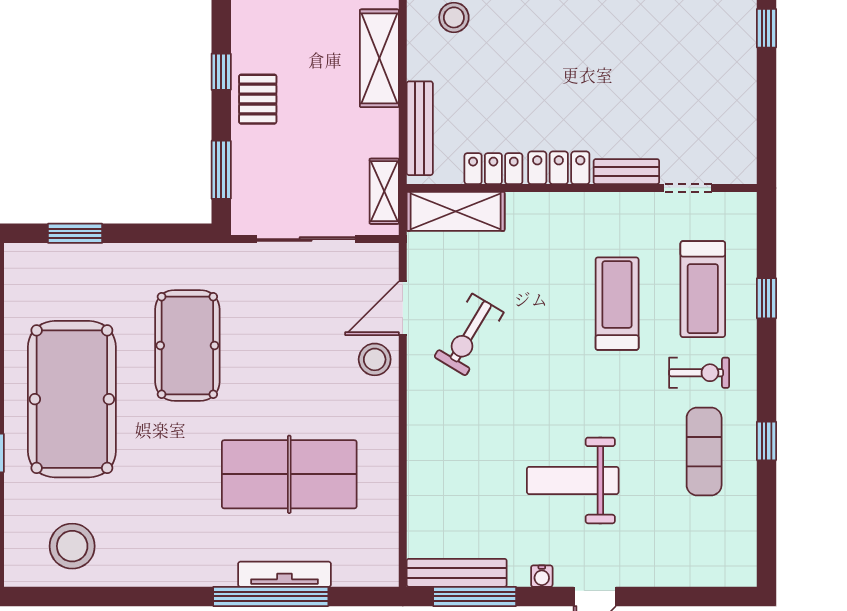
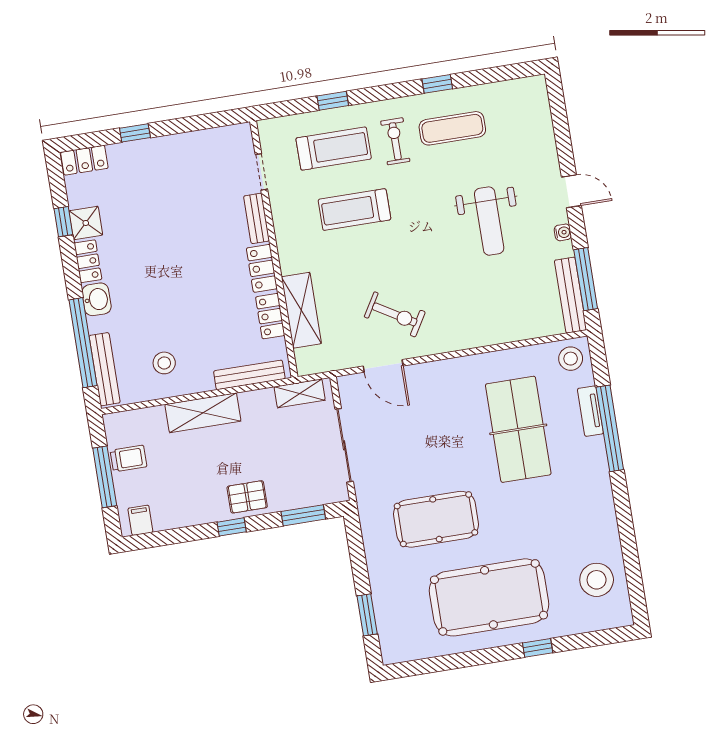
shelving: (456, 211) -> (301, 310), moved
stool: (375, 359) -> (571, 359), moved
tv unit: (284, 574) -> (590, 411), width x0.71

